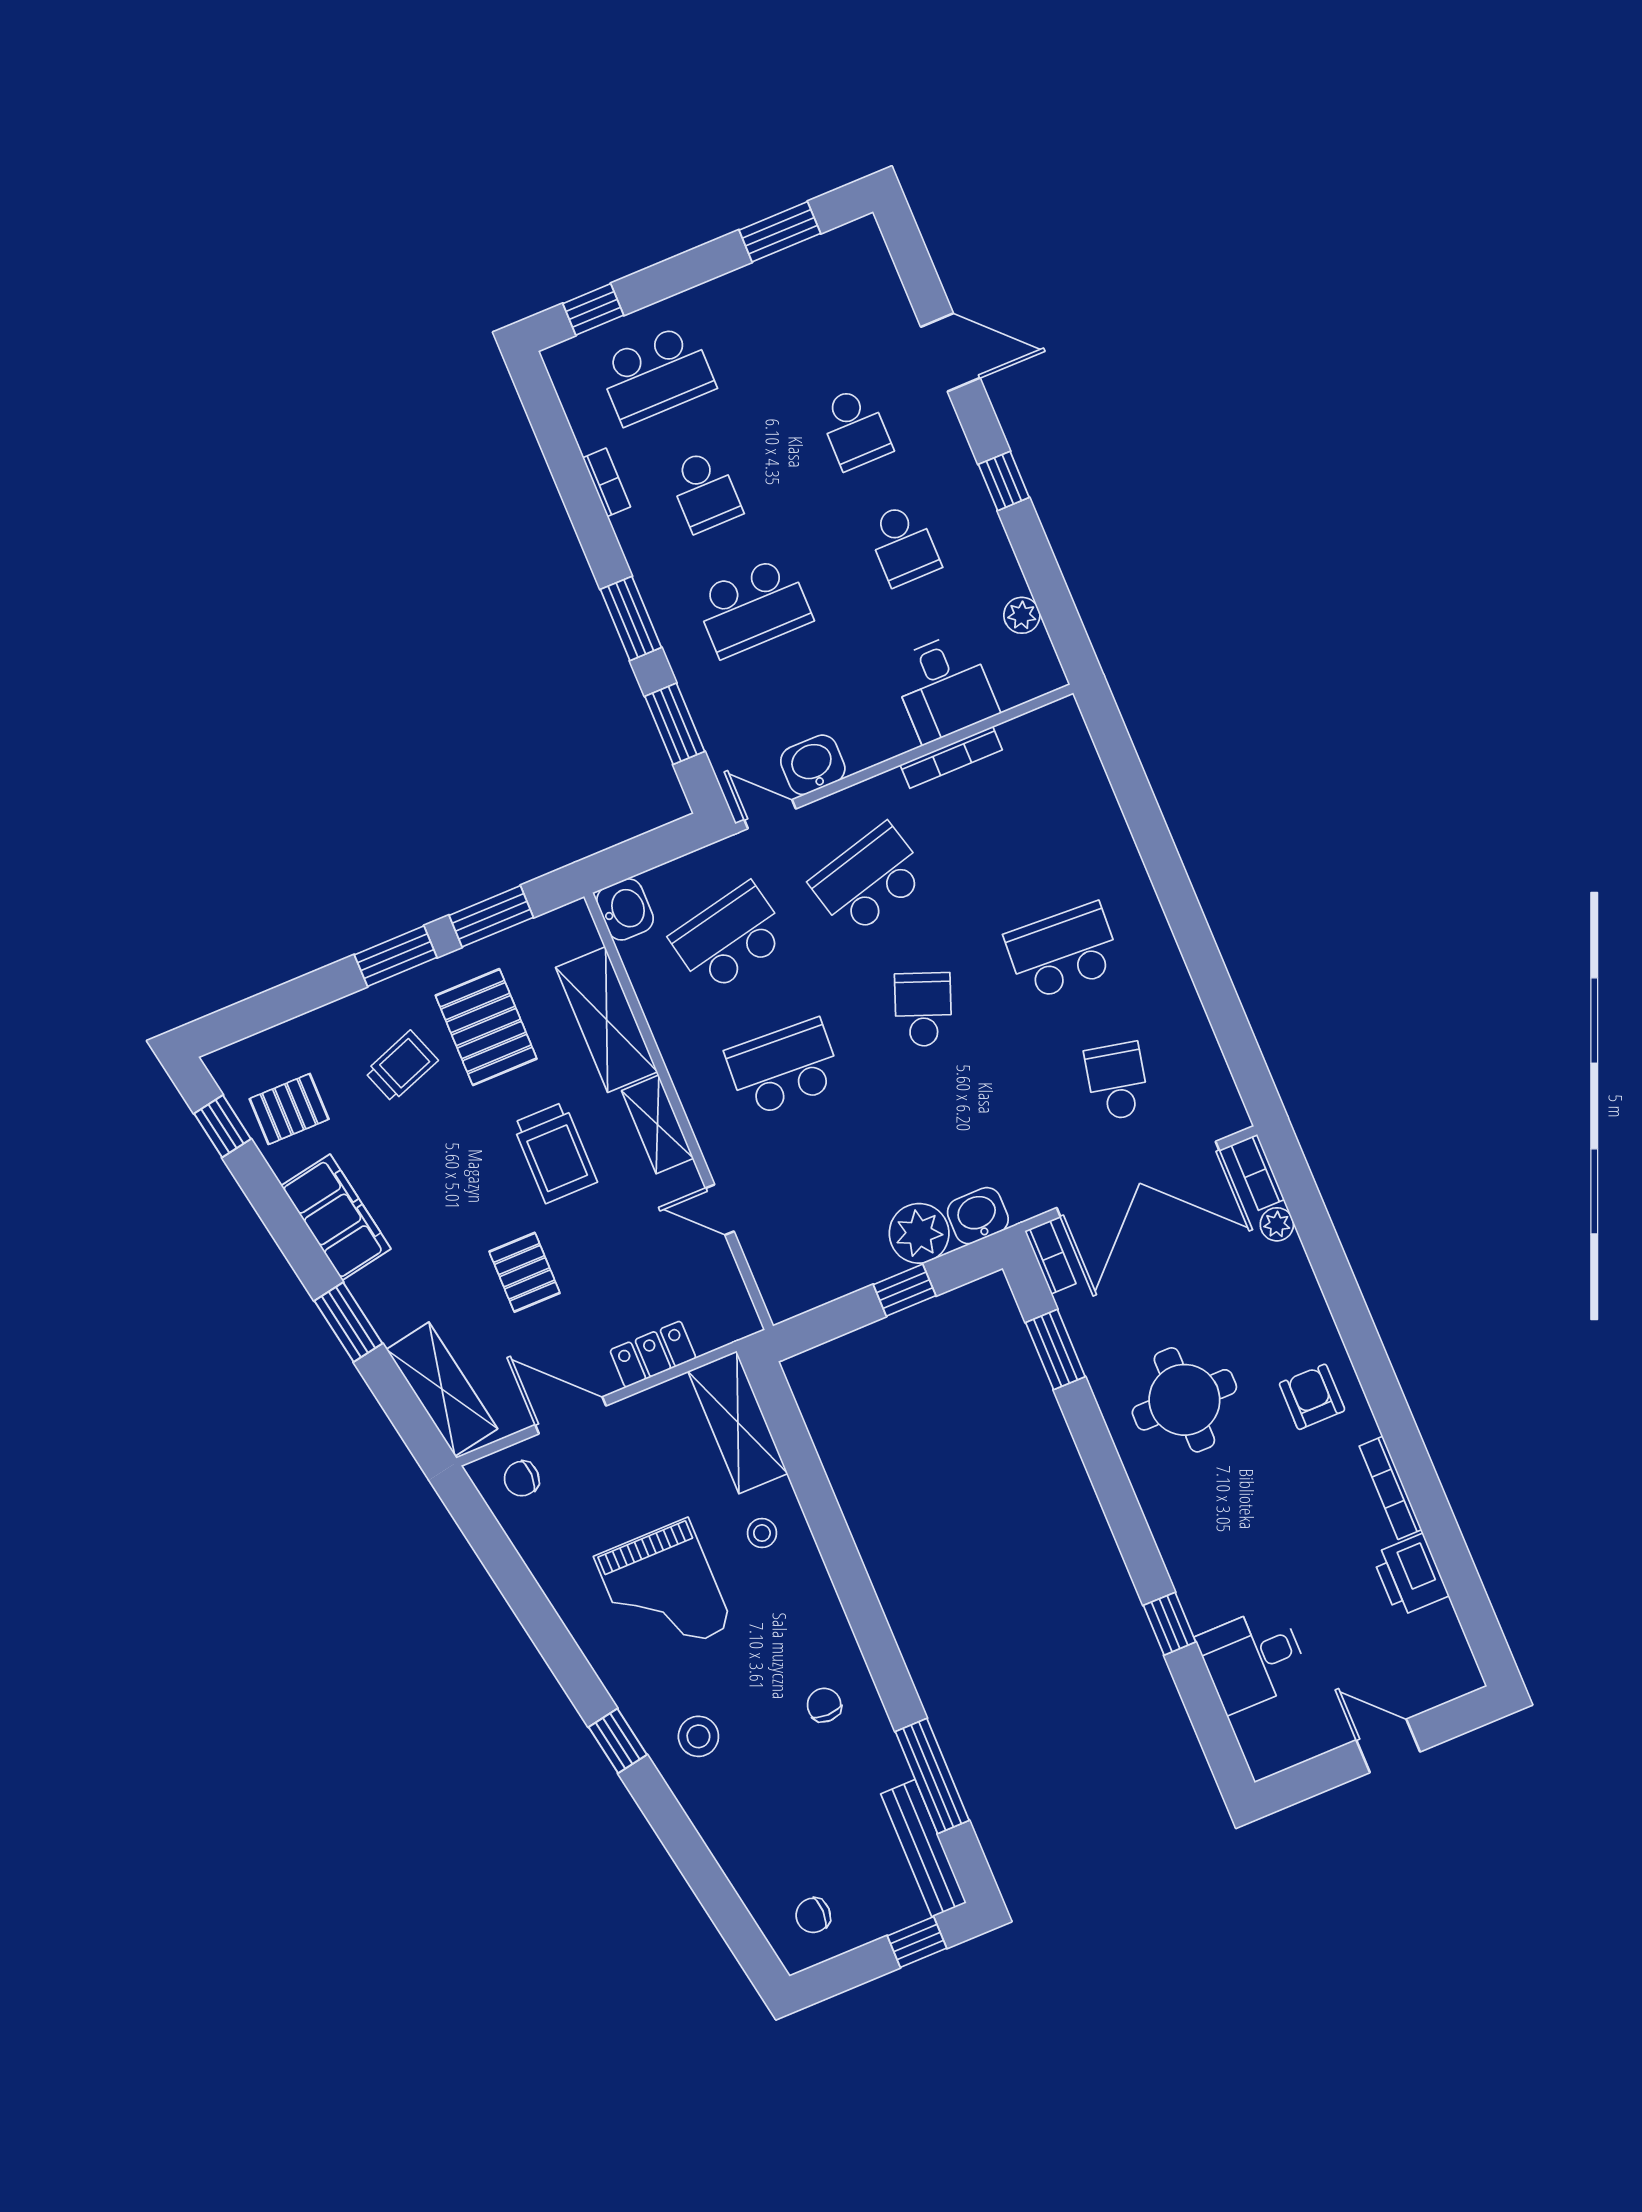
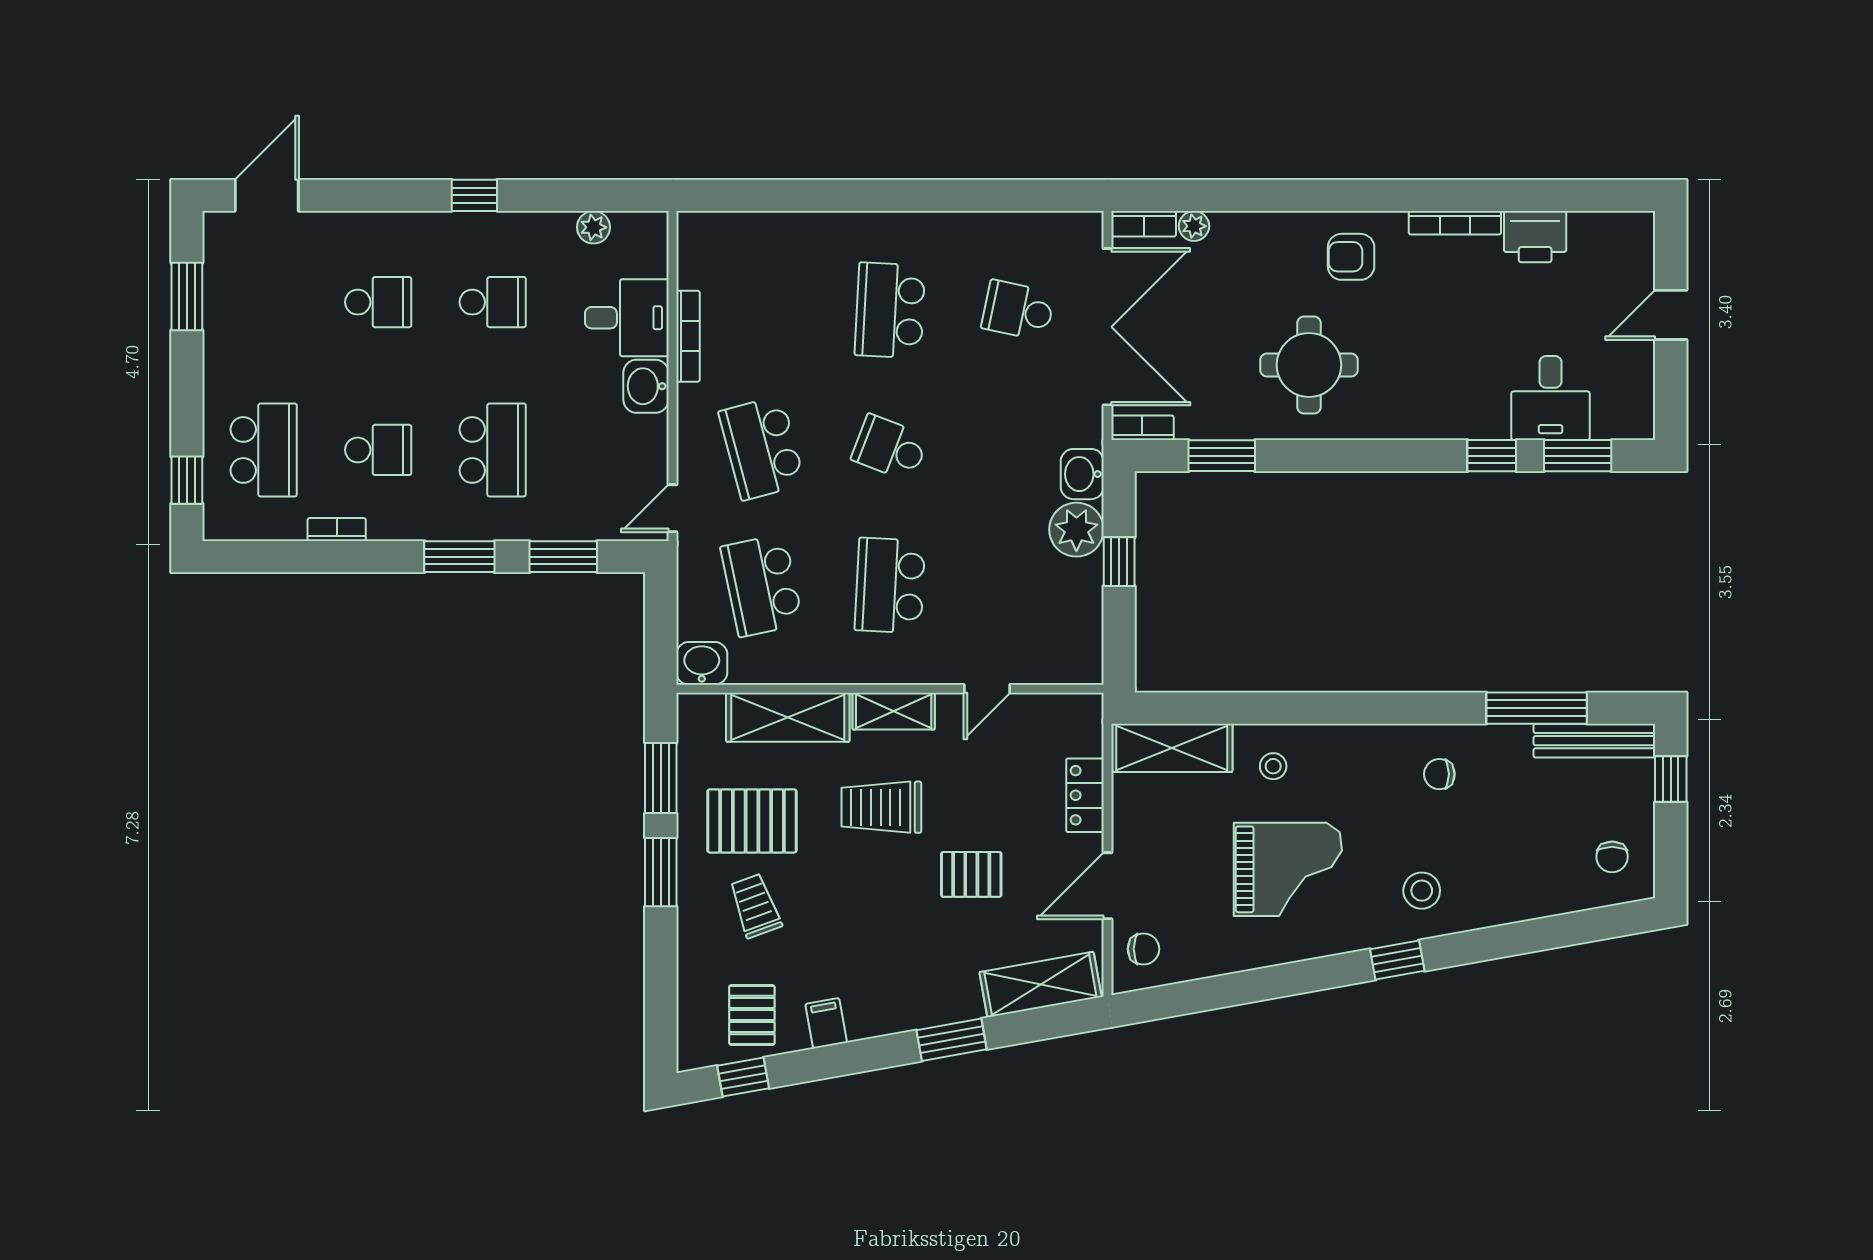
door: (950, 352) -> (267, 195), moved
washbasin: (813, 765) -> (646, 386), moved
trolley: (555, 1153) -> (881, 807), turned 180
filing cabinet: (336, 1217) -> (826, 1023), width x0.33, depth x0.86
chair: (522, 1479) -> (1143, 949), turned -90
window: (1206, 1711) -> (1578, 456), added

